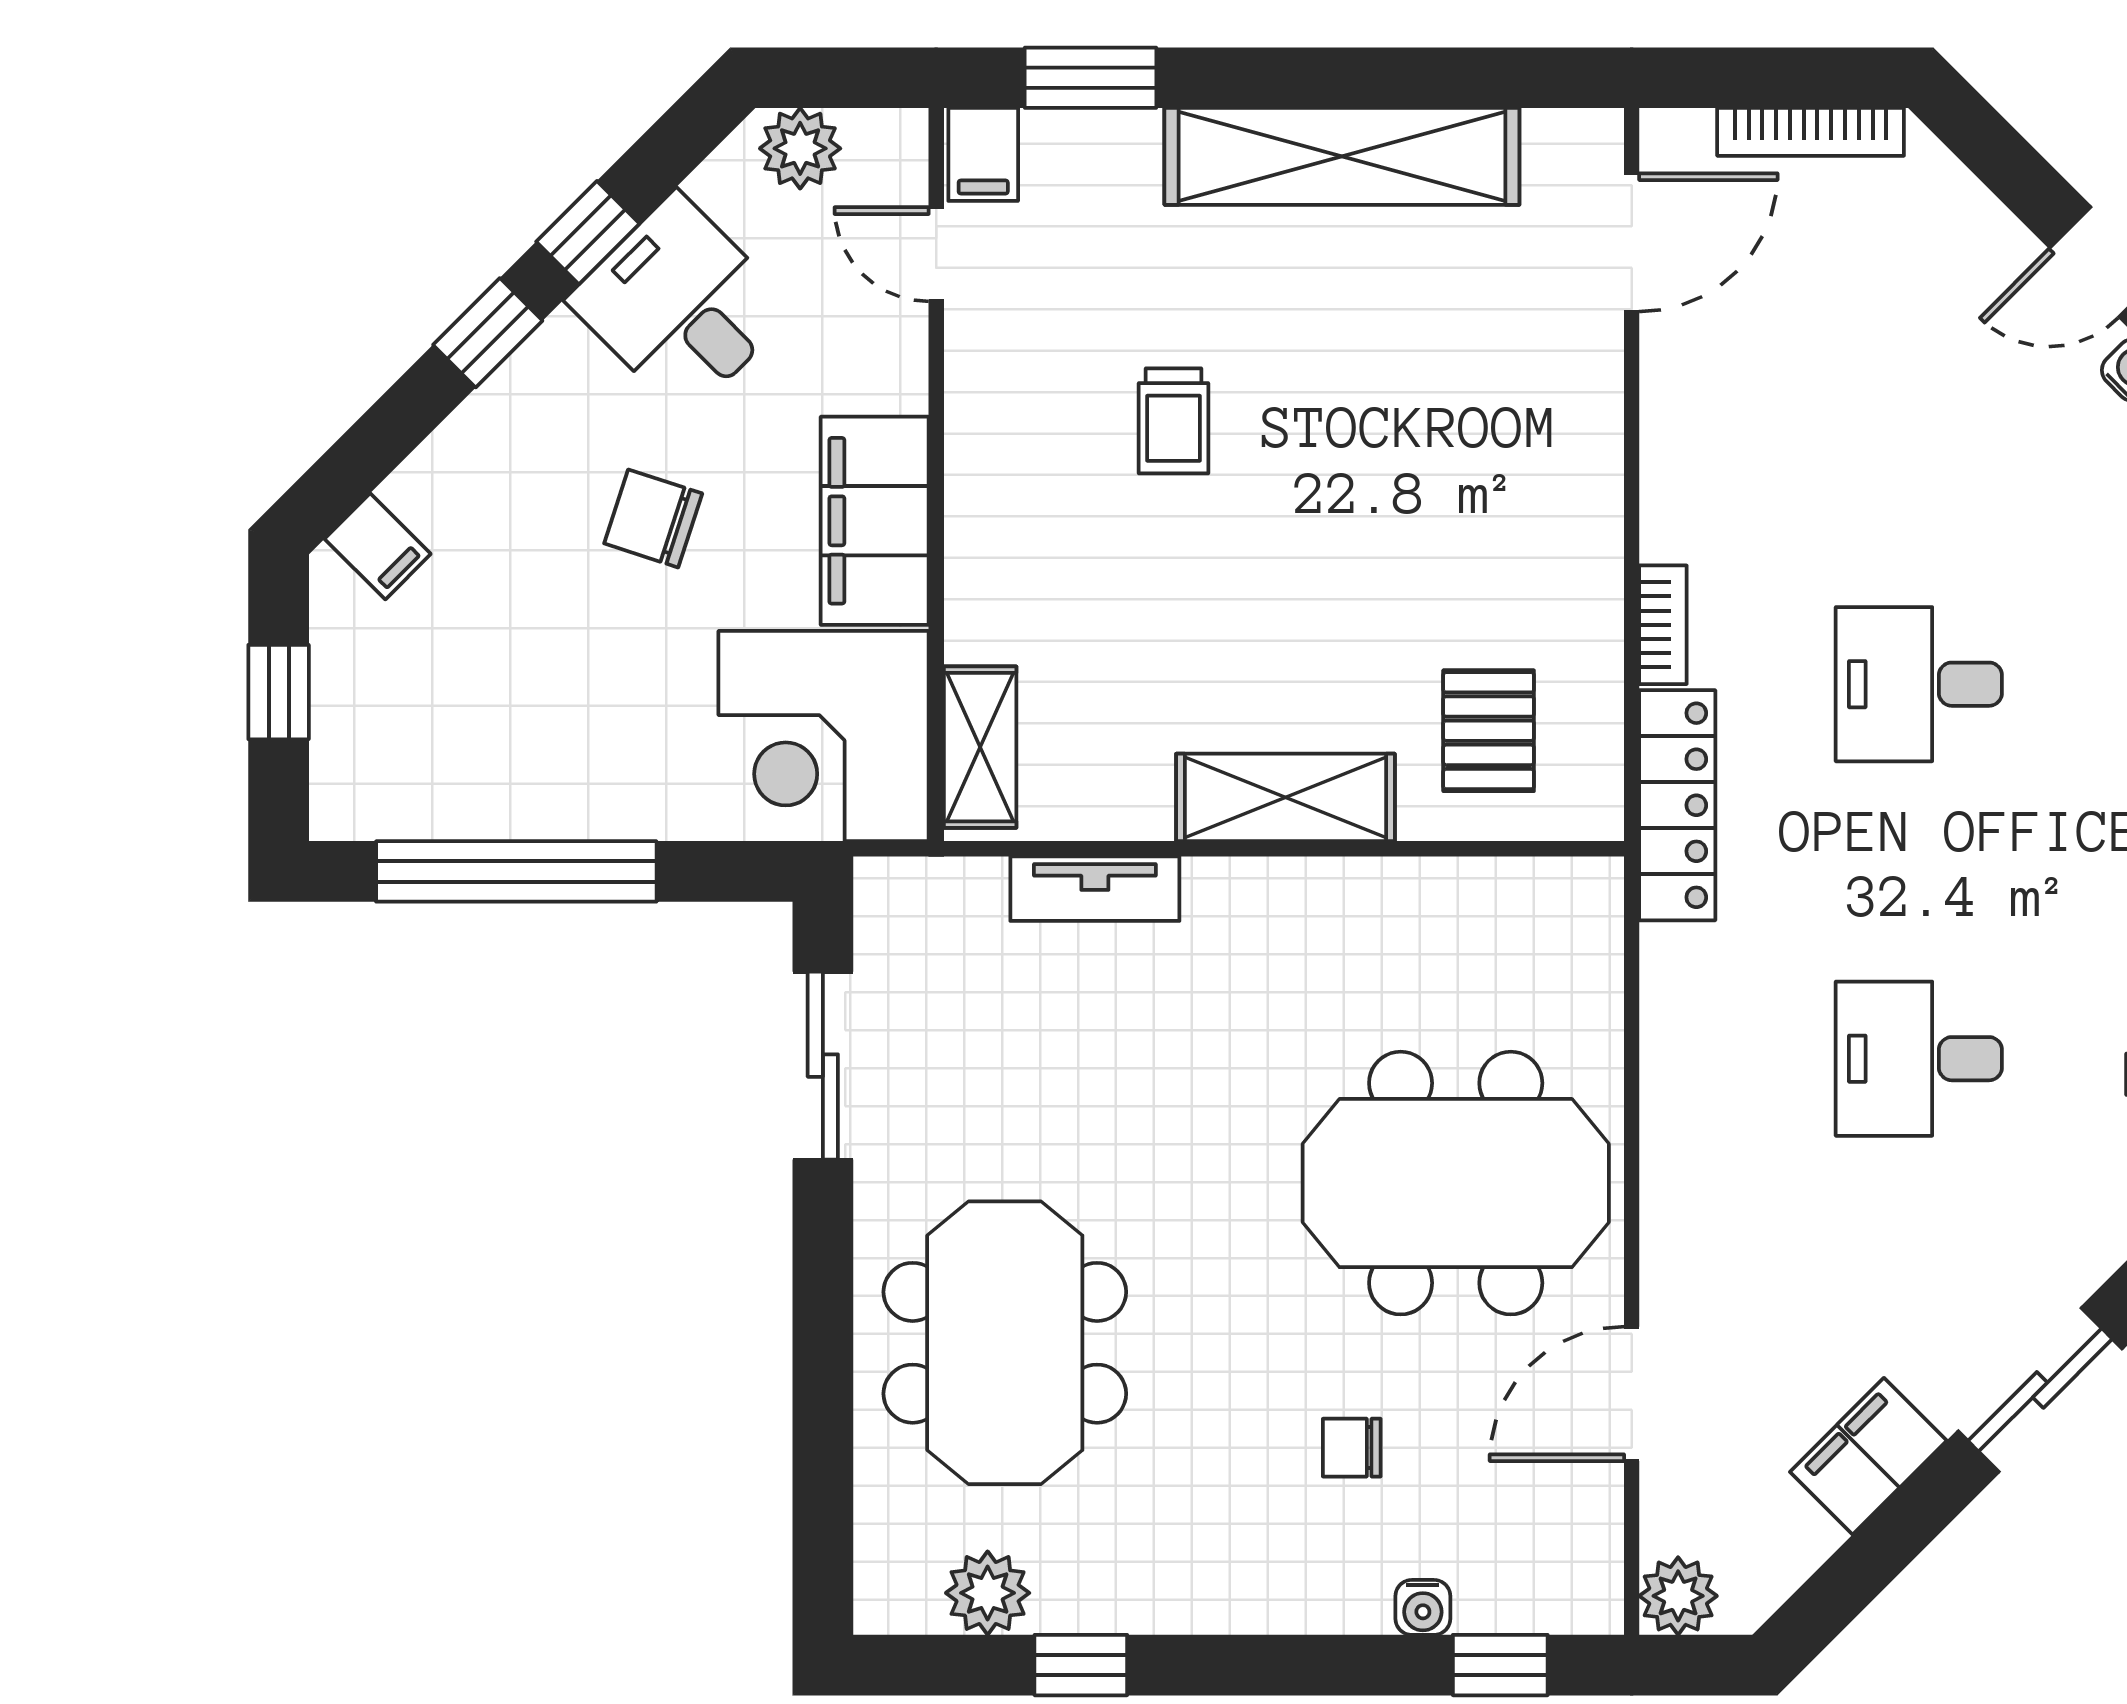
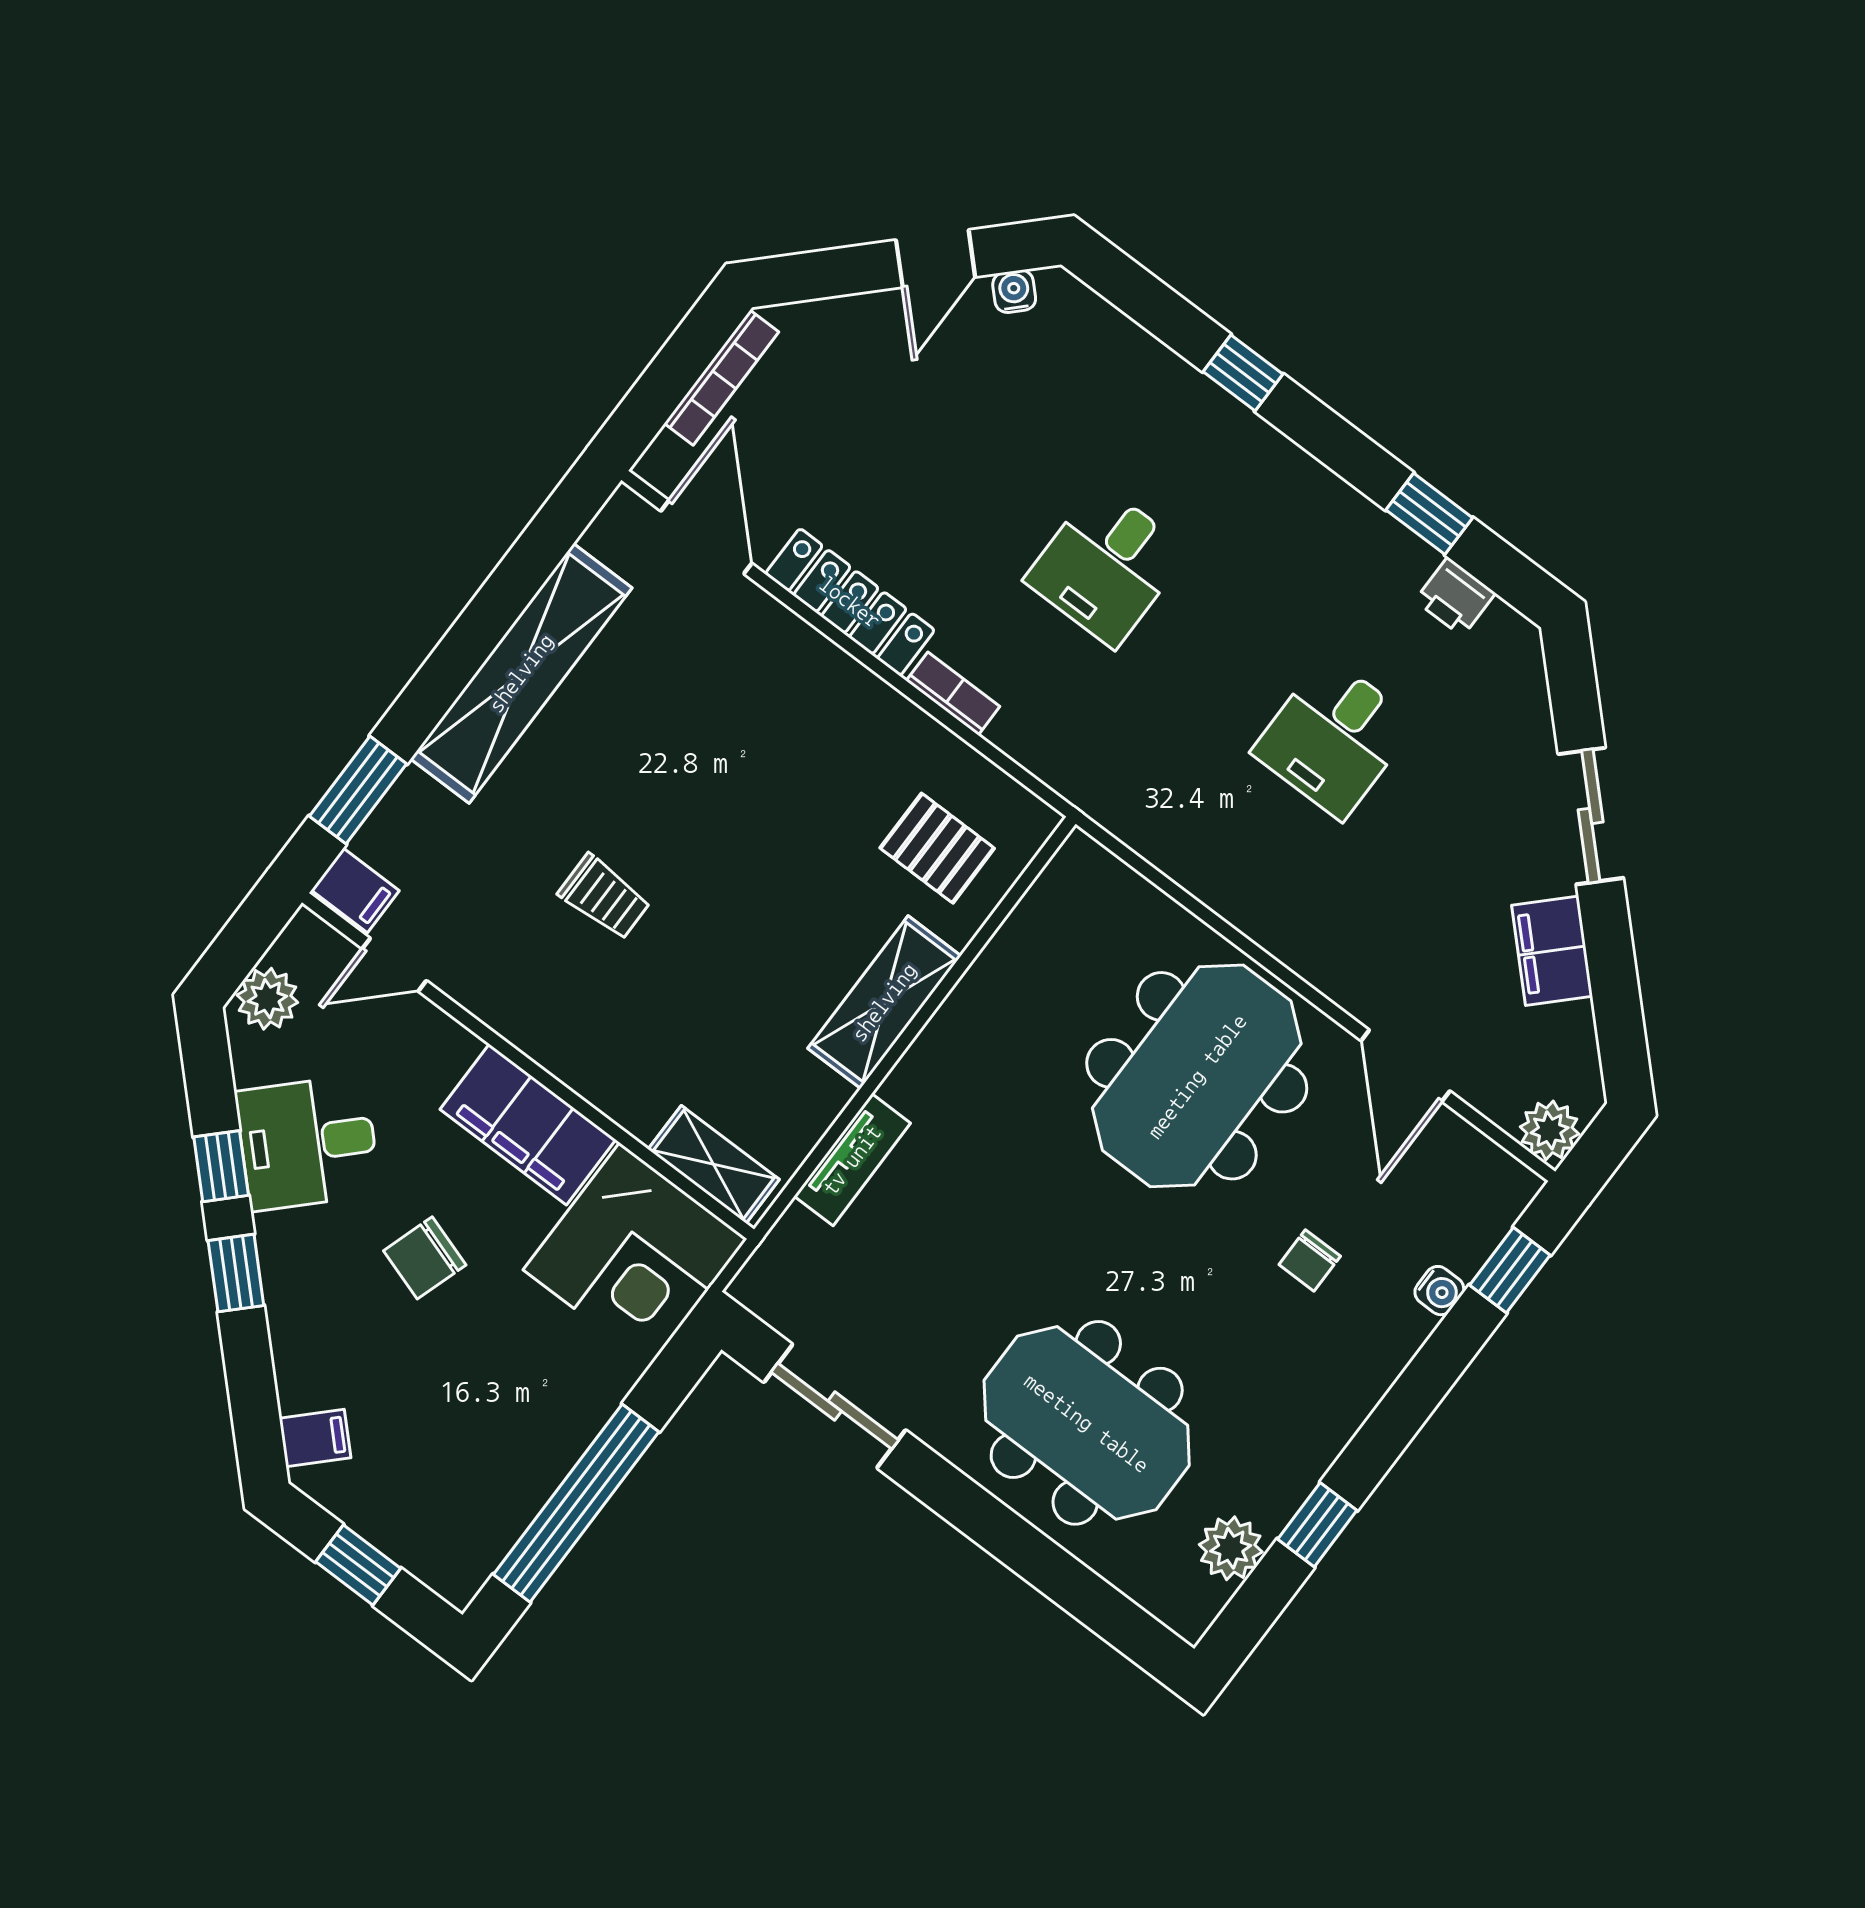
locker: (1677, 805) -> (850, 602), moved

